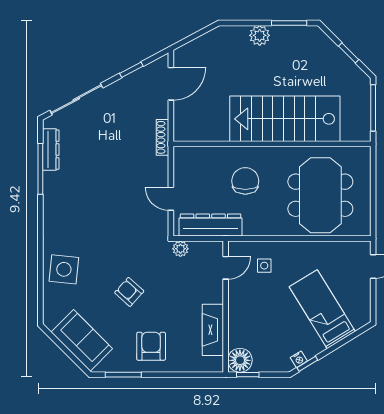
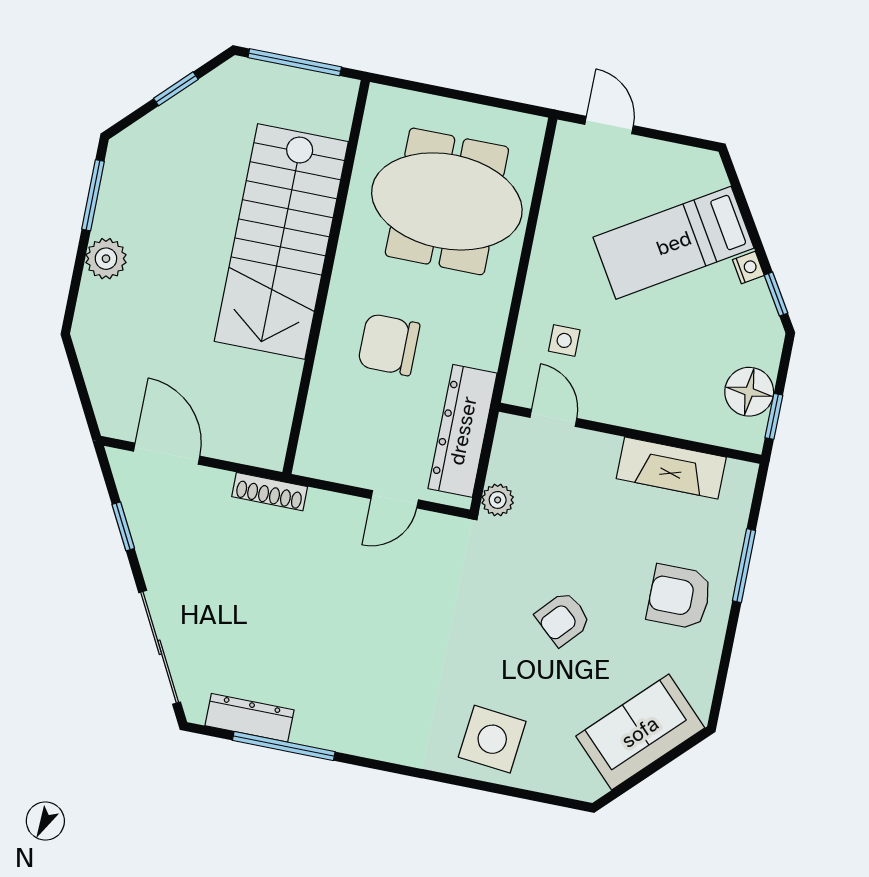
nightstand: (299, 359) -> (748, 267), moved
floor lamp: (240, 360) -> (749, 392), moved
window: (123, 375) -> (744, 566), moved

